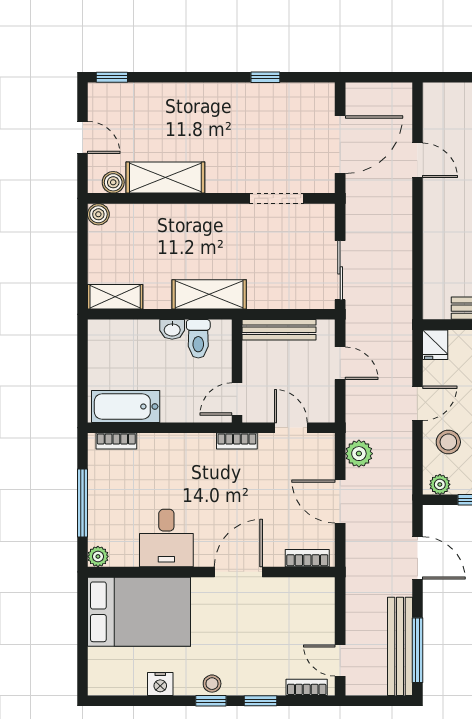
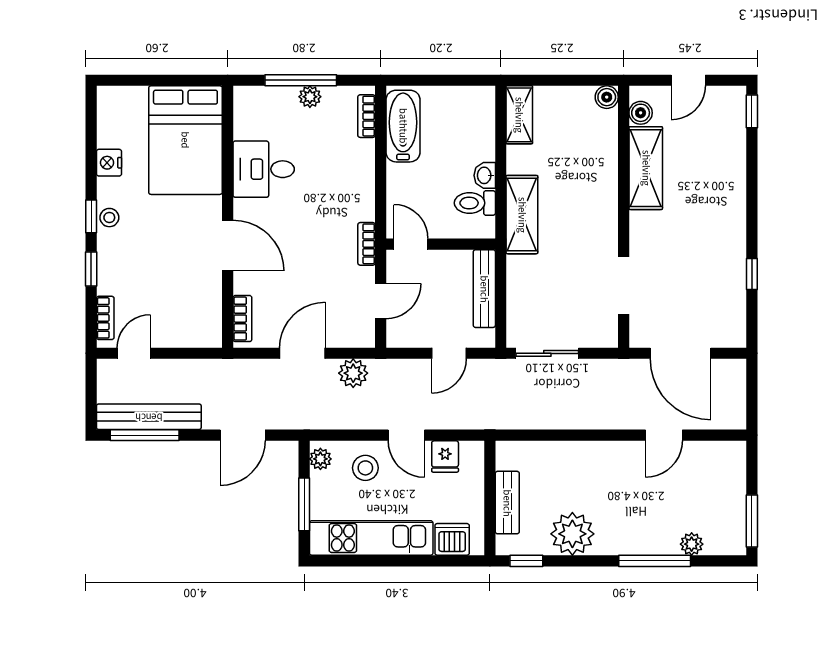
fridge: (435, 345) -> (445, 456), moved, turned -90
plant: (98, 556) -> (310, 97), moved

